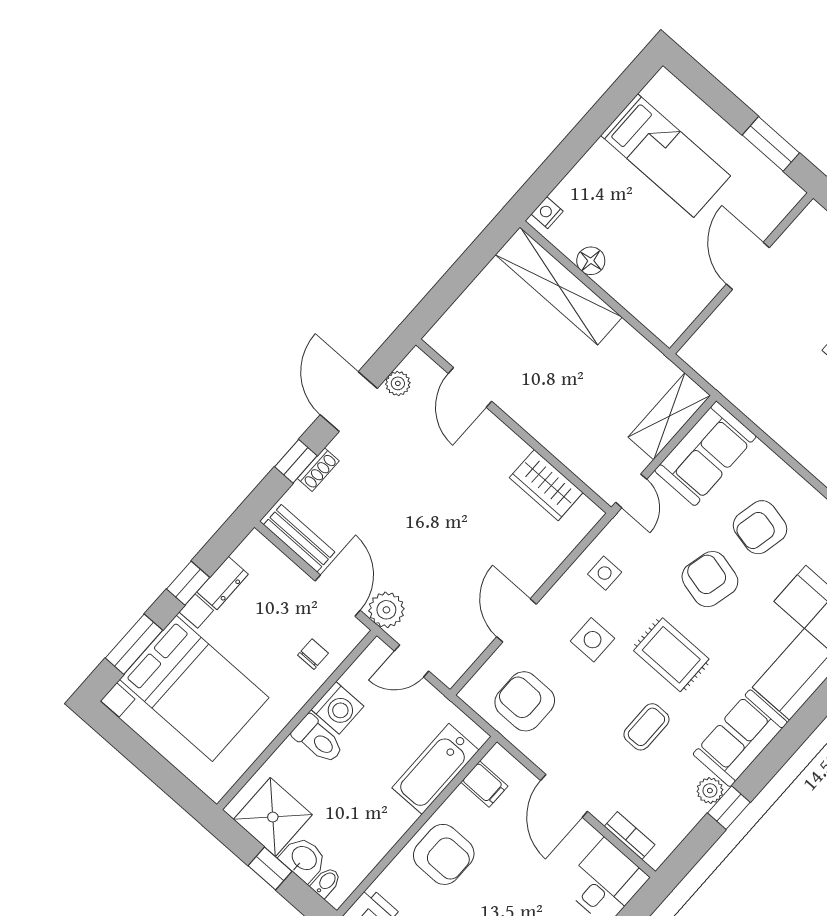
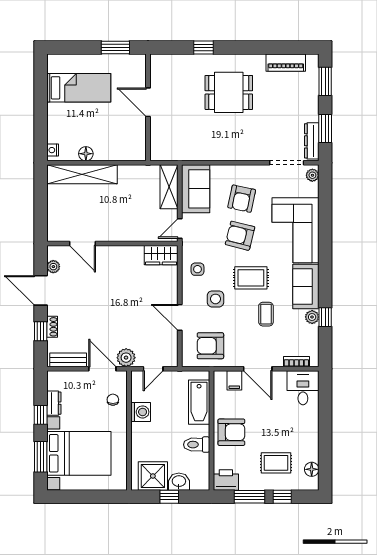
wardrobe: (546, 485) -> (161, 255), moved
door: (631, 491) -> (180, 228), swing flipped
toilet: (318, 740) -> (197, 445), moved, turned 180
filing cabinet: (484, 784) -> (234, 380), moved, turned 90
bidet: (326, 882) -> (196, 483), removed

